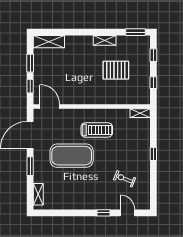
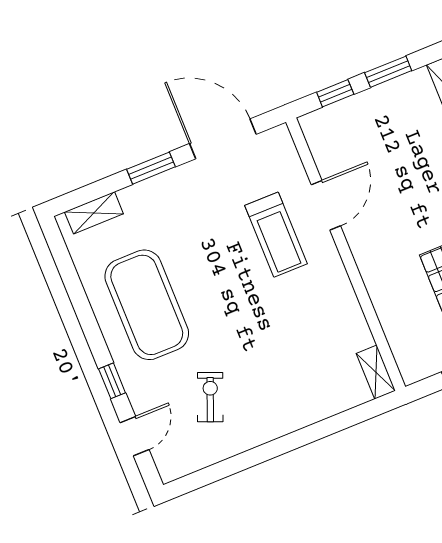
door: (50, 107) -> (326, 205), moved
treadmill: (97, 130) -> (276, 235), moved
window: (153, 154) -> (294, 440), removed
exercise mat: (72, 156) -> (147, 305), moved

